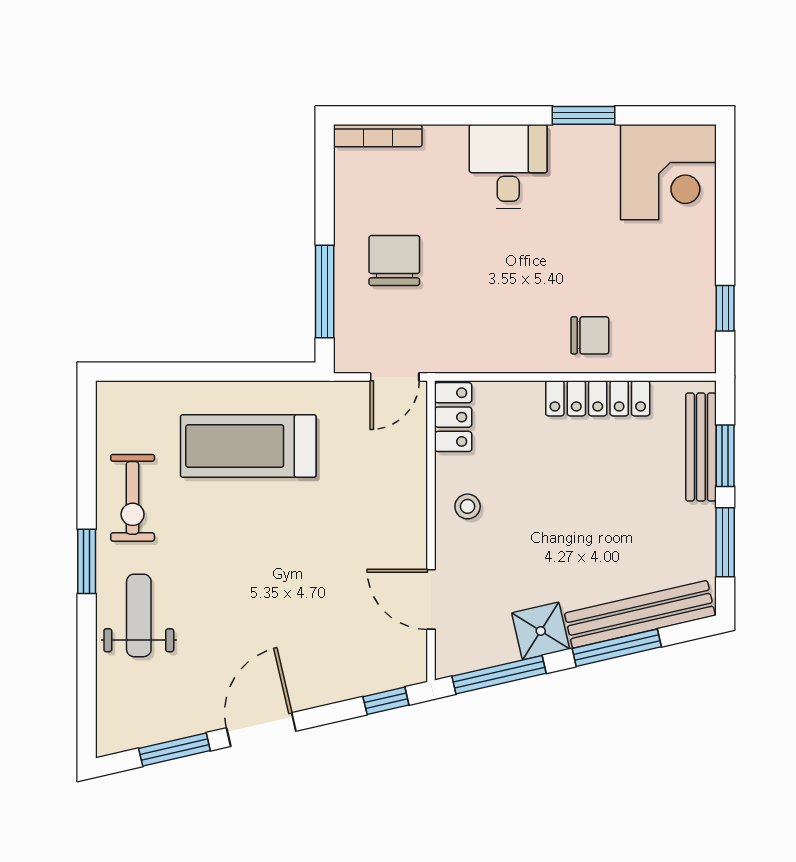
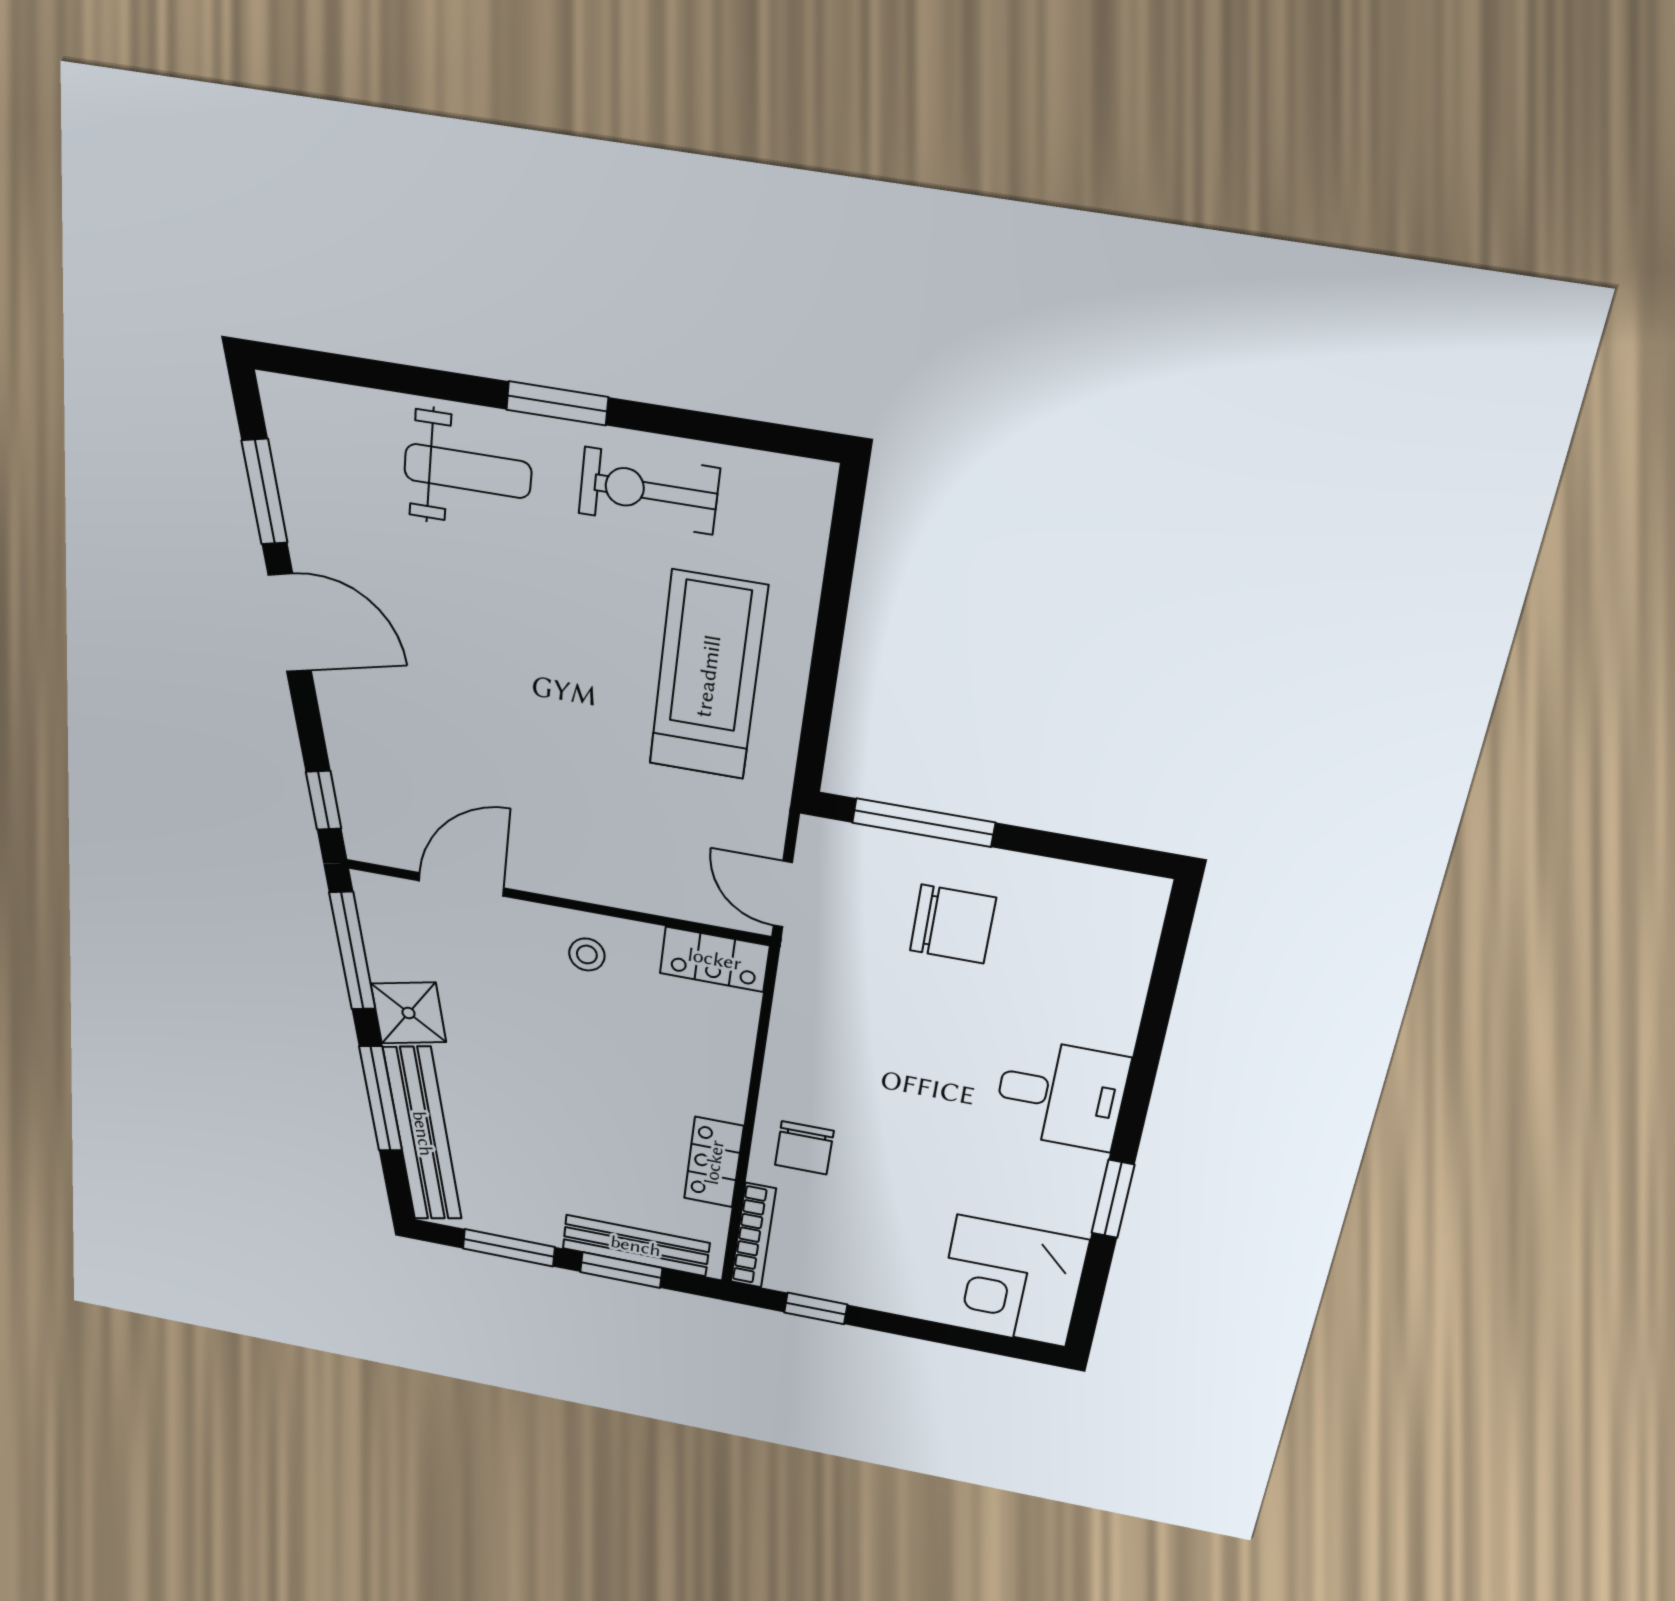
bookcase: (378, 136) -> (753, 1235), moved, turned 180
locker: (598, 398) -> (714, 1162), width x0.66

